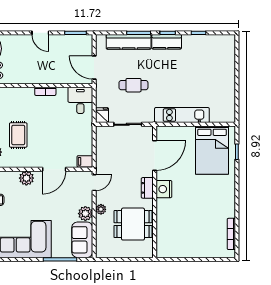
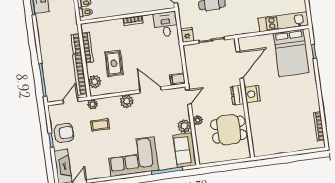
kitchen unit: (182, 115) -> (283, 22), moved
door: (54, 169) -> (151, 90), swing flipped

